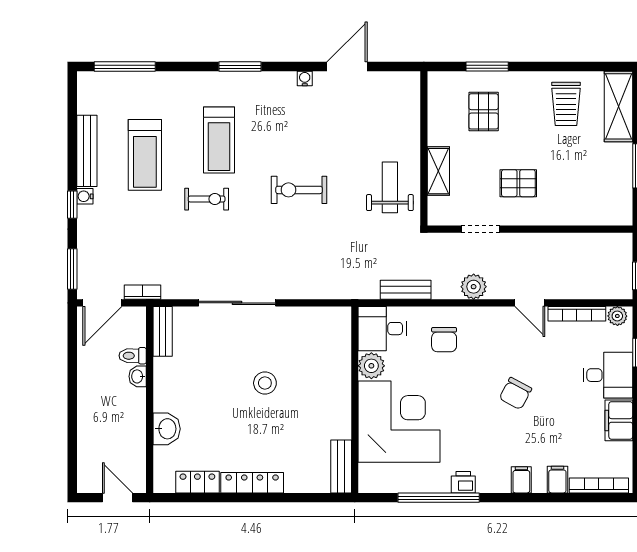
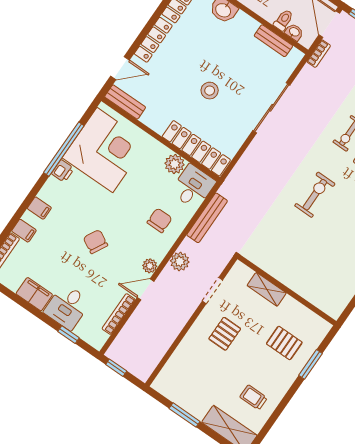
trolley: (566, 104) -> (254, 397), width x0.73, depth x0.72
weight bench: (390, 187) -> (277, 252), removed
bench: (406, 290) -> (207, 218), width x1.36
plant: (617, 316) -> (150, 266), moved
bench: (163, 331) -> (273, 41), moved
chair: (444, 340) -> (160, 220), turned 90
locker: (338, 354) -> (196, 148), added
washbasin: (138, 376) -> (294, 32), moved
corner desk: (399, 422) -> (105, 150), moved, turned -90
door: (308, 498) -> (120, 68), added

